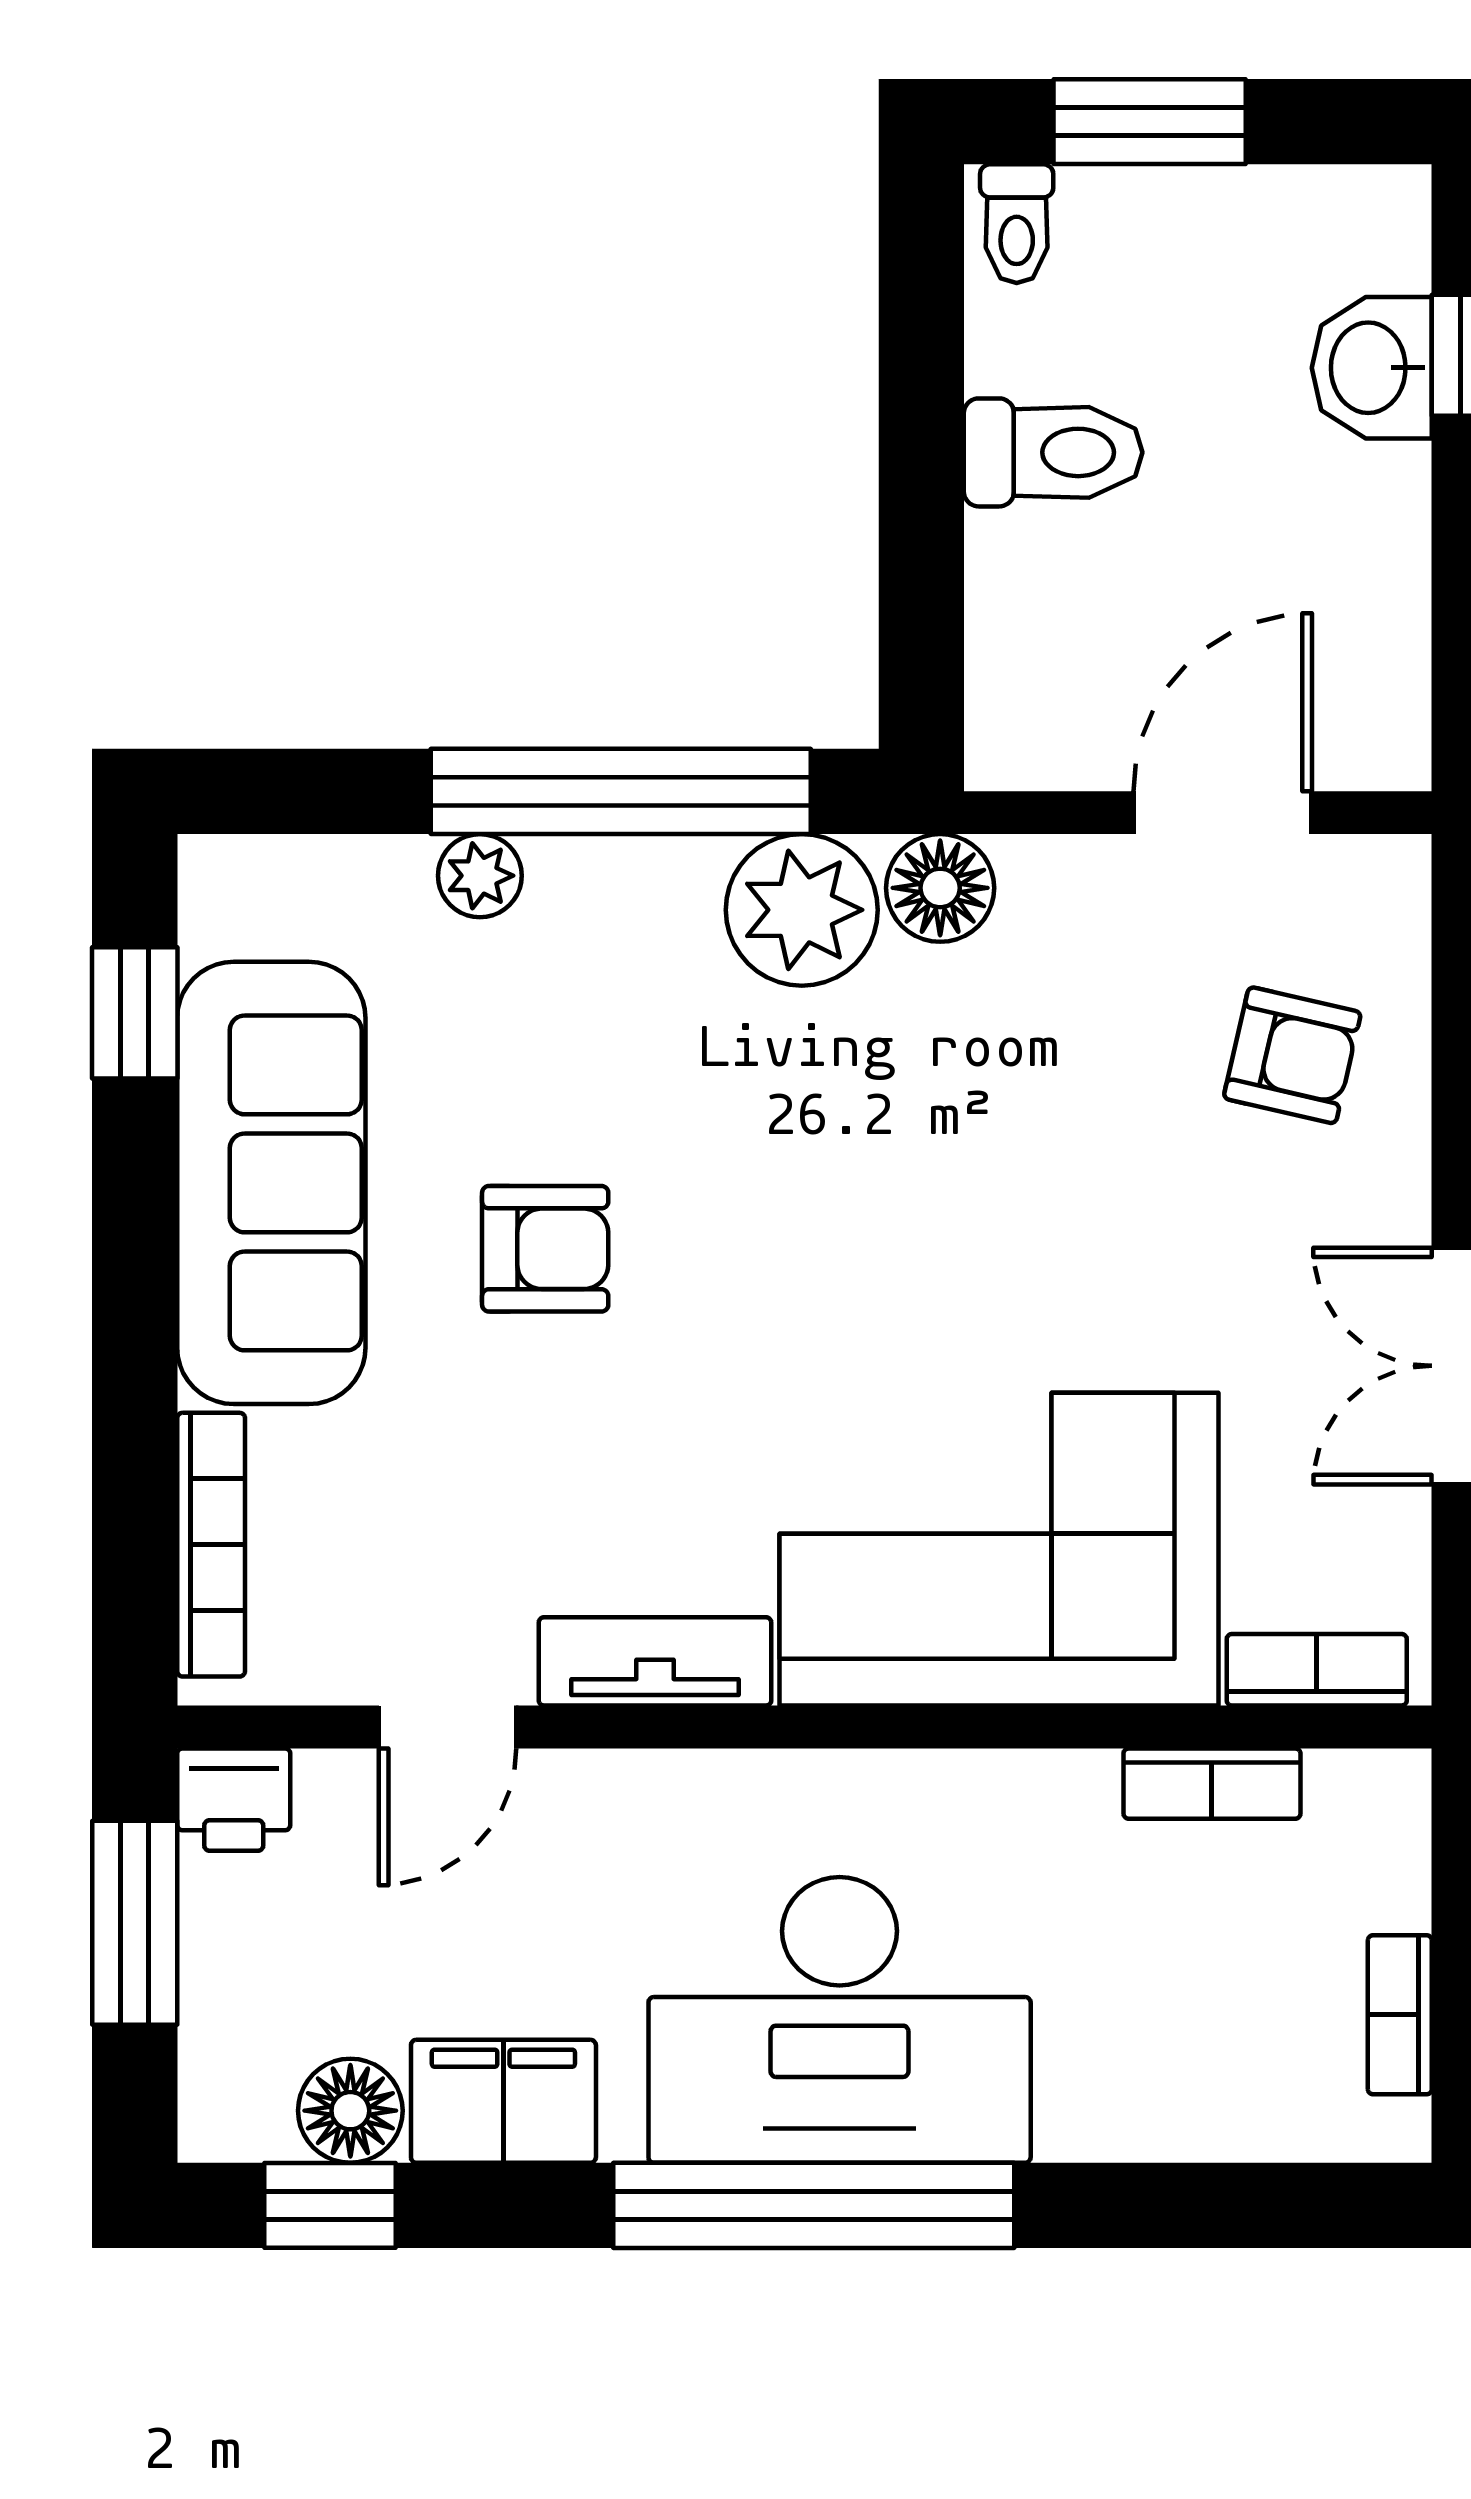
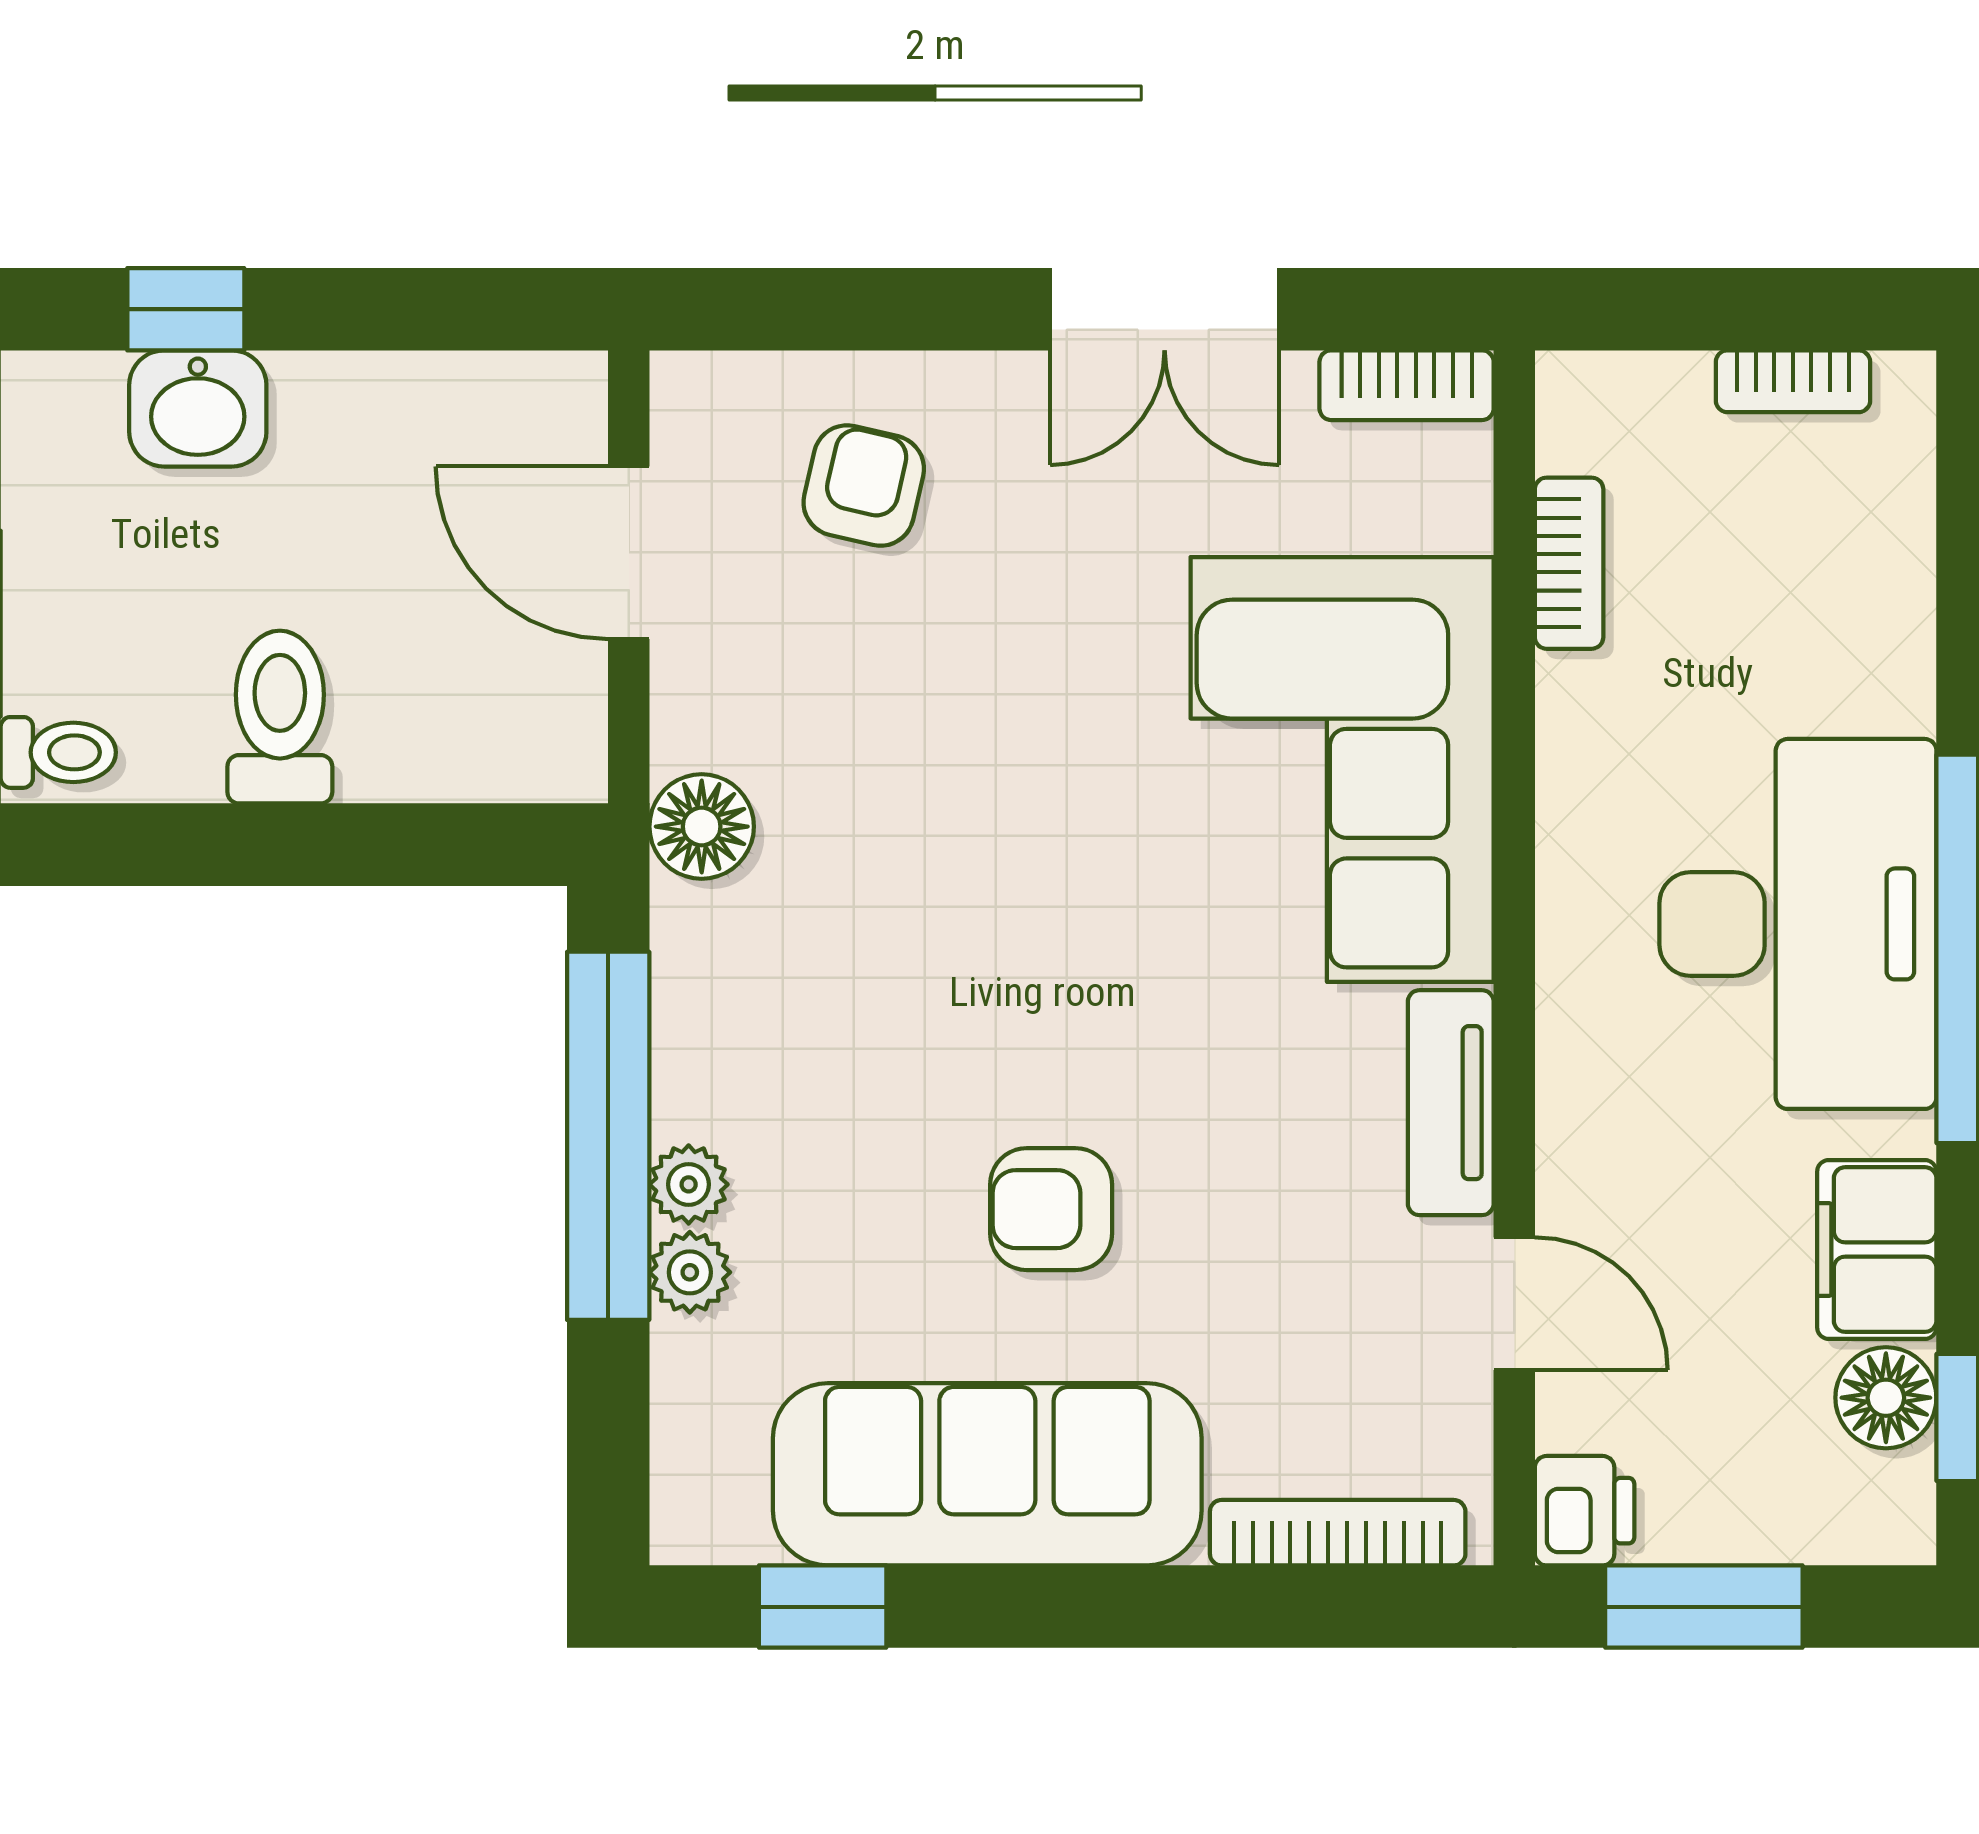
plant: (802, 910) -> (689, 1184), moved, width x0.53, depth x0.53
armchair: (545, 1249) -> (1051, 1209), turned -90
bookcase: (1317, 1670) -> (1407, 385), moved, turned -90

